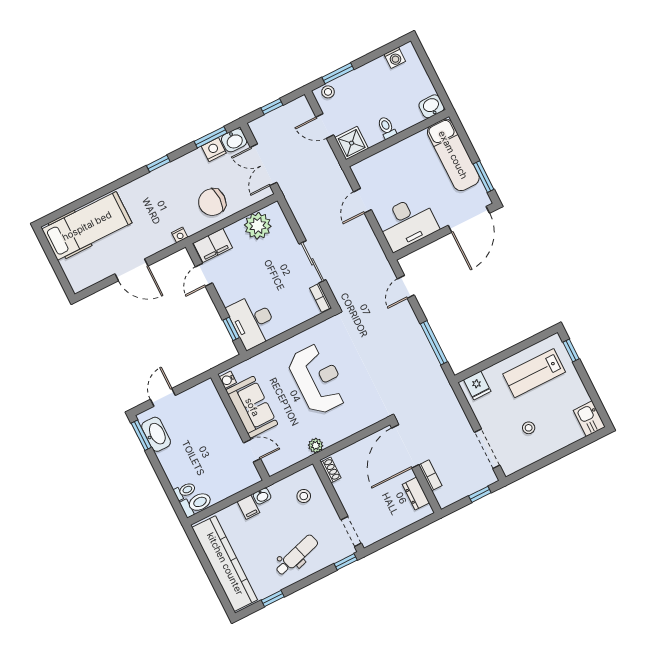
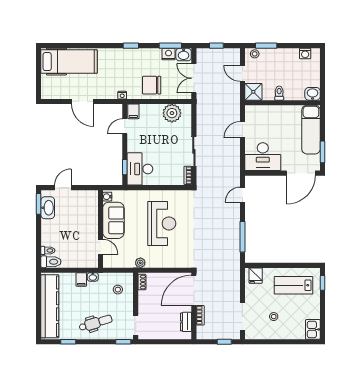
filing cabinet: (213, 245) -> (133, 111), width x0.50

